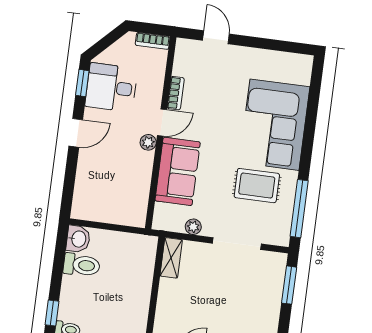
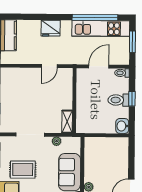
toilet: (82, 265) -> (118, 100), moved
window: (52, 313) -> (132, 99), moved

